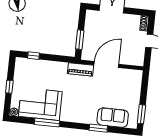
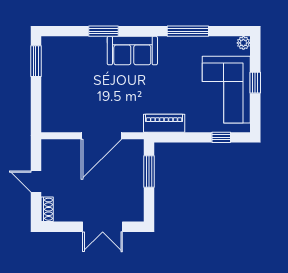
piano: (80, 69) -> (164, 123), moved
corner sofa: (40, 104) -> (226, 90), moved, turned 90
sofa: (113, 118) -> (132, 51), moved

